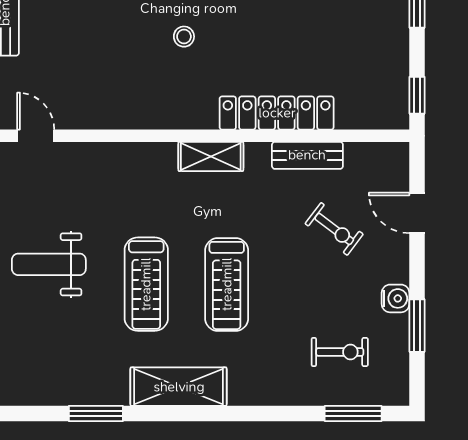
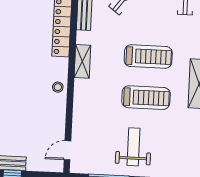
stool: (184, 37) -> (58, 87), moved
weight bench: (49, 264) -> (133, 147), turned 180

